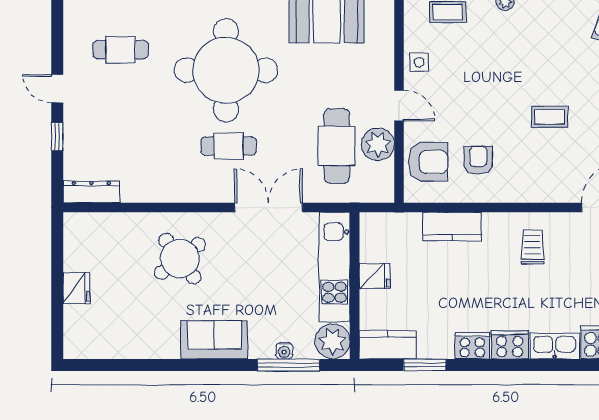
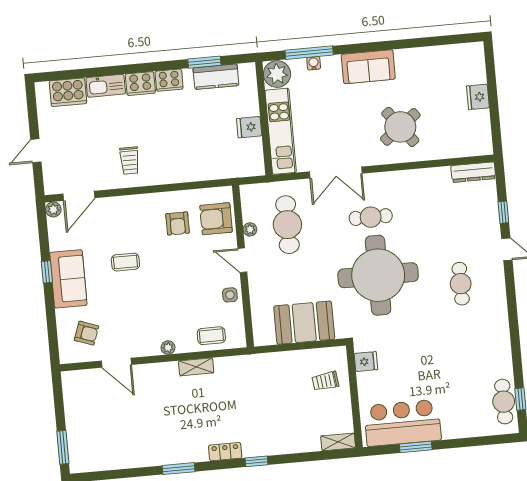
cafe table: (121, 50) -> (461, 284), turned 90
plant: (378, 144) -> (250, 229), width x0.53, depth x0.53
kitchen counter: (452, 227) -> (193, 171), removed
kitchen counter: (388, 345) -> (216, 77), moved

